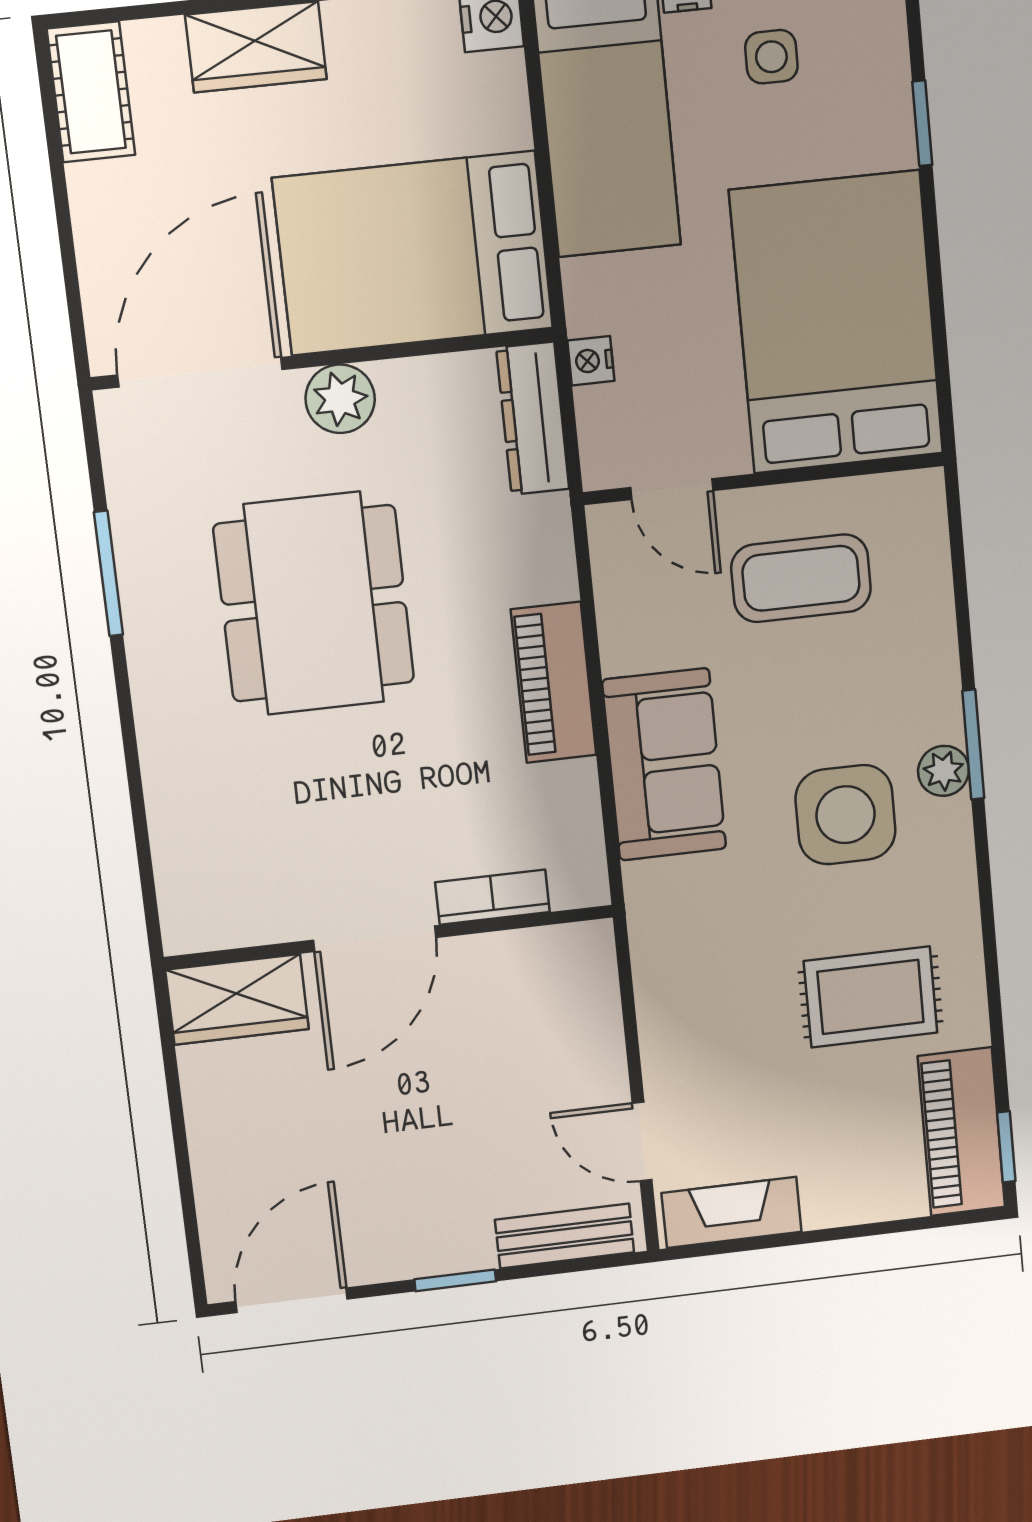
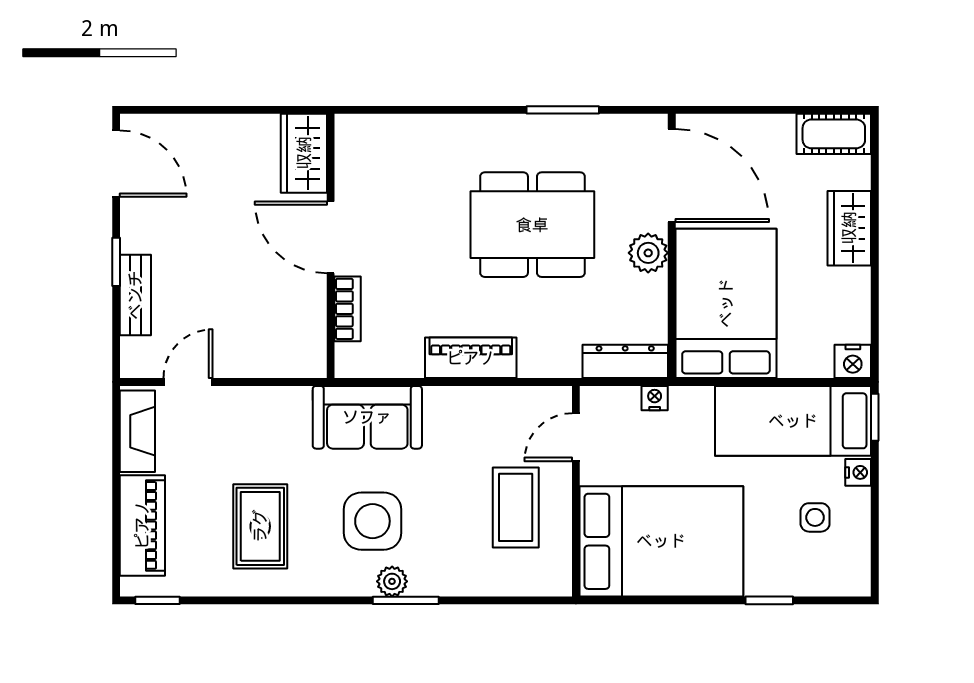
sofa: (664, 764) -> (367, 417), moved
piano: (961, 1132) -> (142, 525), moved, turned 90
bench: (565, 1236) -> (135, 295), moved

